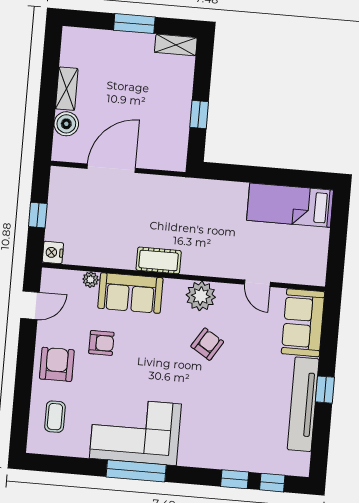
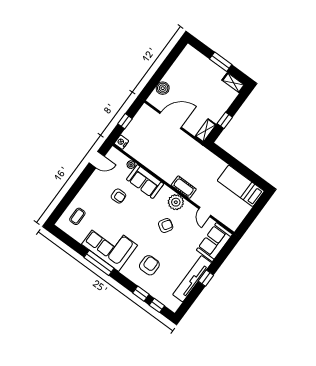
shelving: (67, 89) -> (206, 131), moved
cot: (159, 260) -> (184, 187), moved
armchair: (57, 364) -> (149, 265), moved

